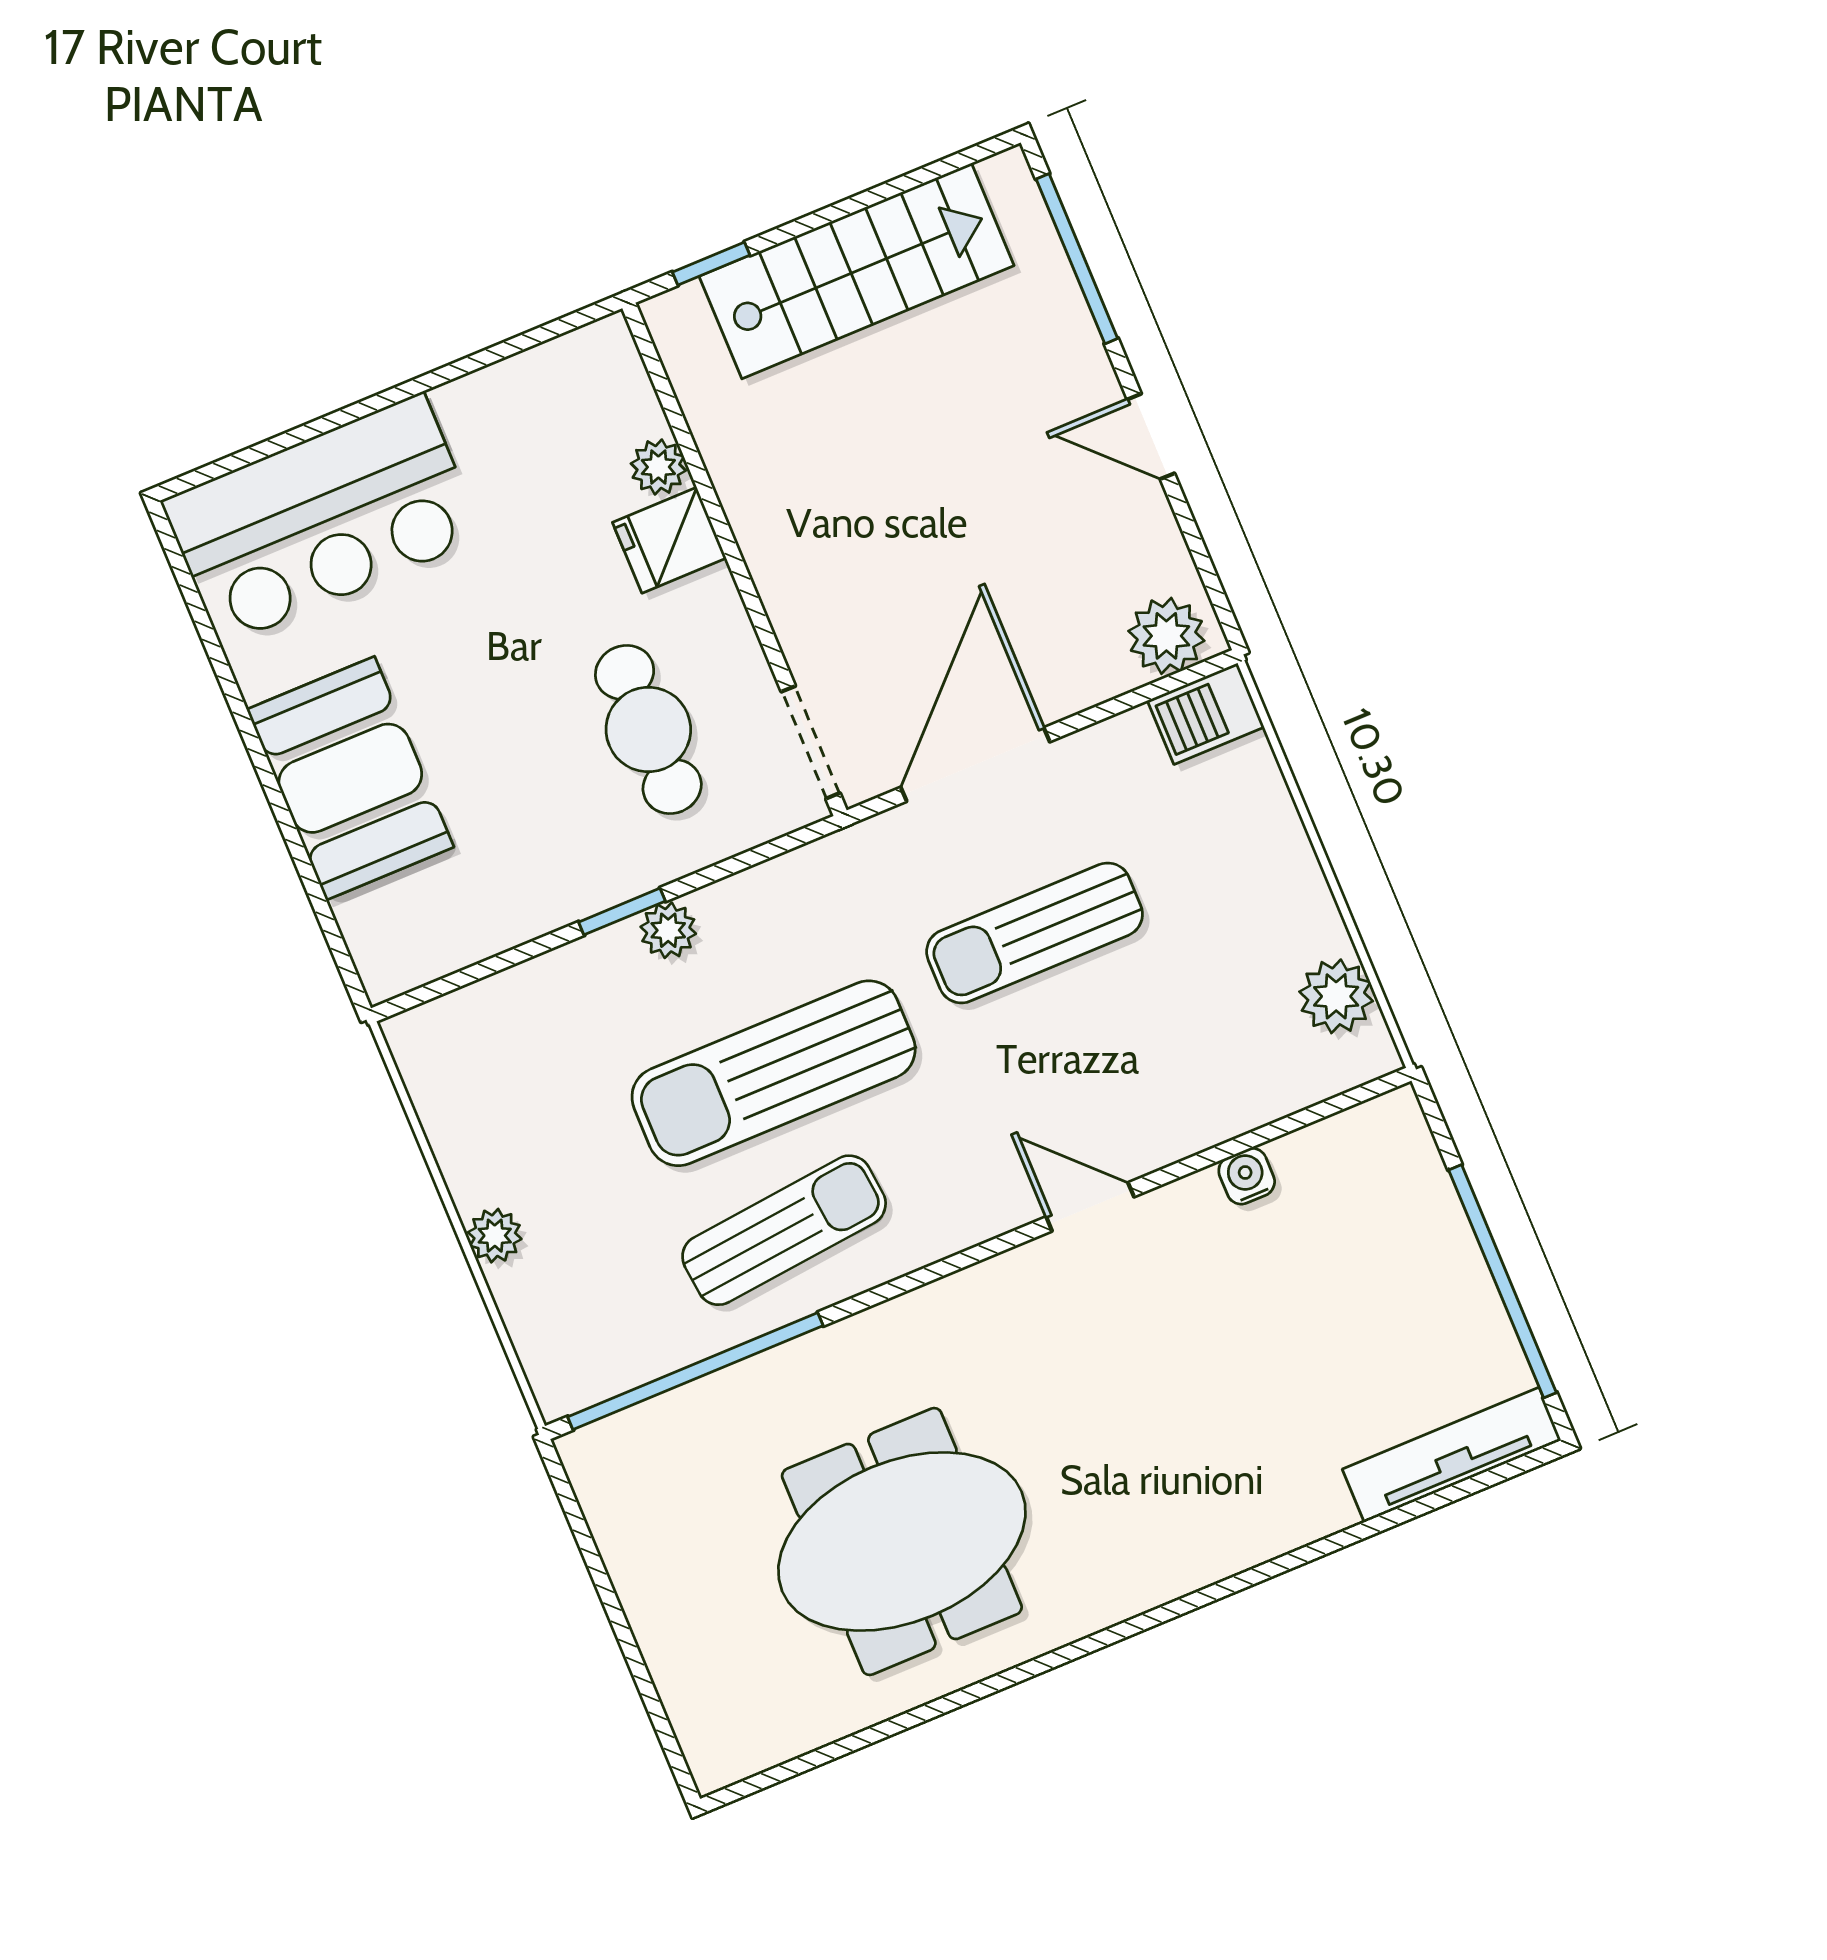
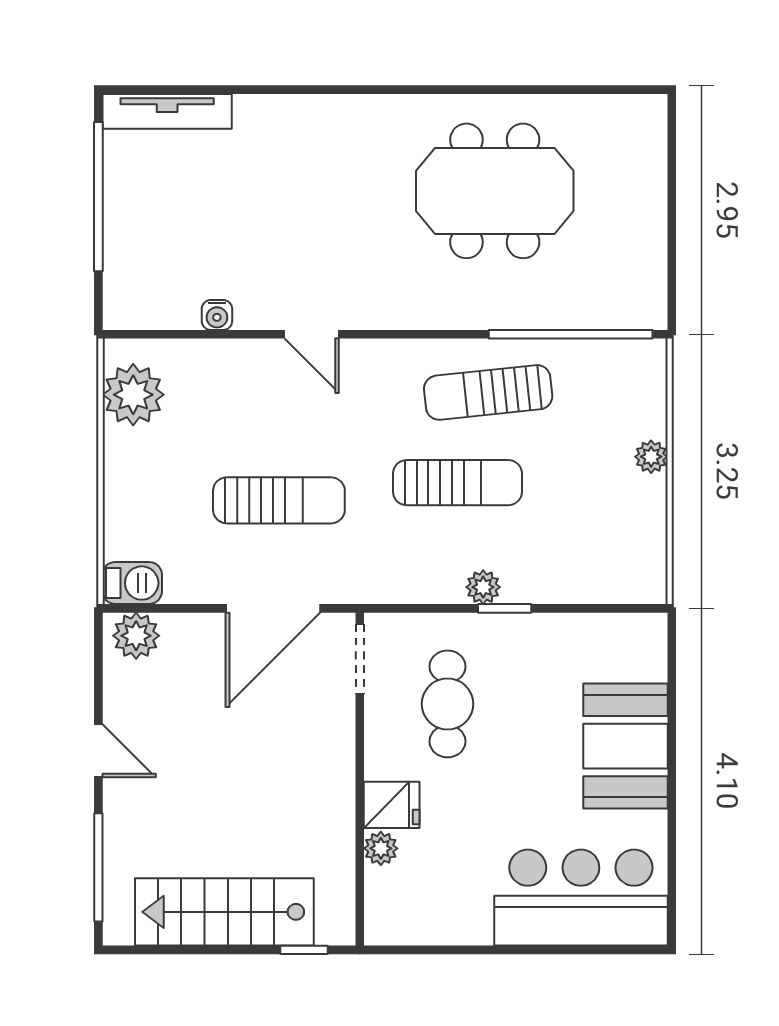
plant: (1336, 996) -> (133, 395), width x1.36, depth x1.36
sun lounger: (774, 1073) -> (457, 483), width x0.73, depth x0.75

